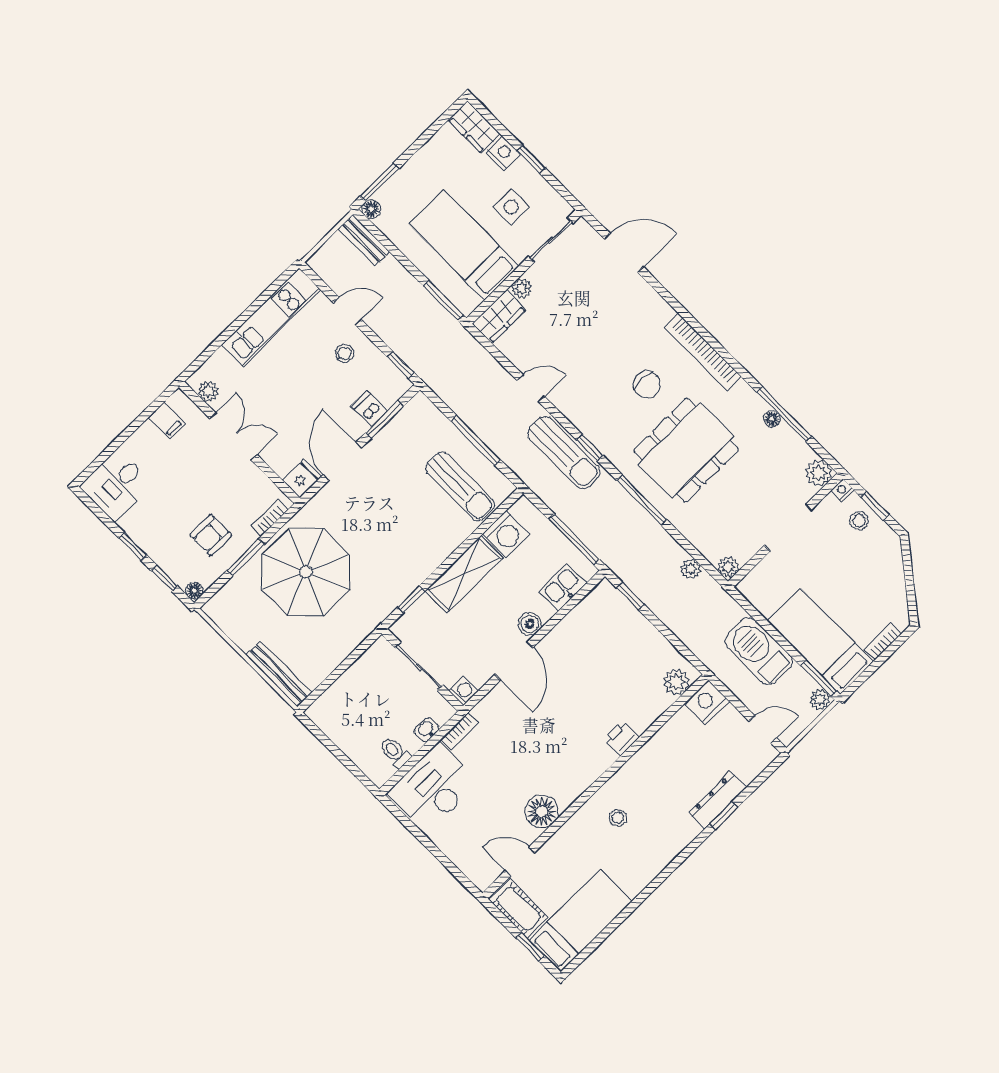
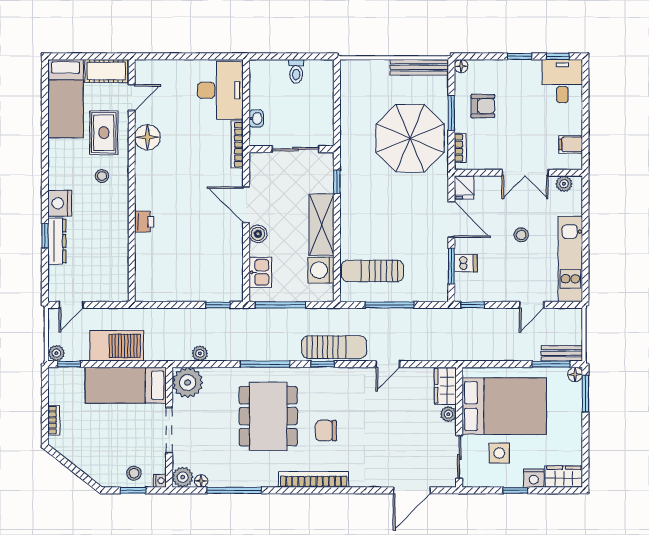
bed: (464, 245) -> (504, 406), width x1.50
window: (443, 300) -> (551, 364), moved
stool: (344, 353) -> (521, 235), moved
floor lamp: (772, 419) -> (201, 481), moved
sun lounger: (564, 453) -> (334, 347), turned 180
armchair: (211, 535) -> (483, 106), turned 90
plant: (728, 567) -> (188, 382), width x1.87, depth x1.87
window: (164, 578) -> (558, 56), moved
bed: (820, 641) -> (126, 385), moved, turned 180
bench: (279, 674) -> (419, 67), moved
window: (818, 678) -> (69, 364), width x0.67
plant: (676, 682) -> (145, 283), removed
washing machine: (463, 691) -> (257, 160), removed
nightstand: (707, 702) -> (60, 203), moved, turned 180
bookcase: (460, 731) -> (237, 145), width x1.56
toilet: (395, 752) -> (296, 71), moved, turned 90
rug: (577, 855) -> (104, 133), added
window: (530, 947) -> (79, 56), removed

